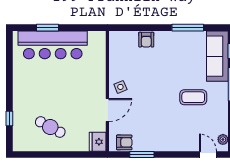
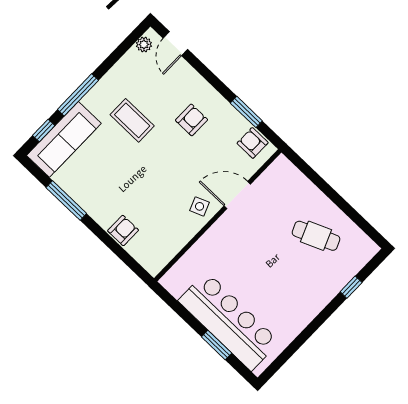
armchair: (165, 125) -> (192, 120), added
cafe table: (50, 127) -> (316, 236), turned -51
fridge: (98, 142) -> (280, 171), removed

